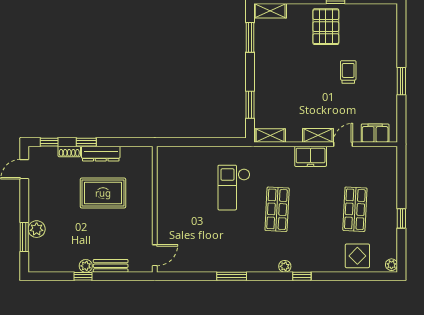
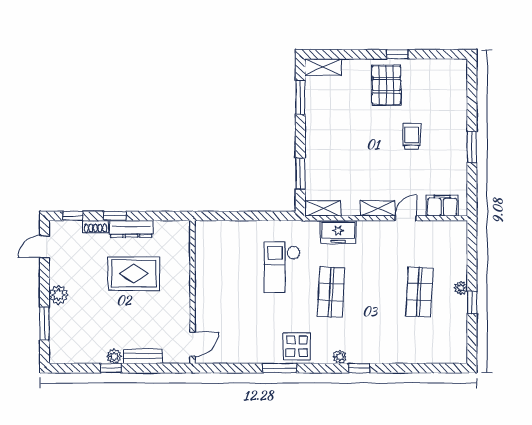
freezer: (311, 156) -> (338, 232), moved
plant: (37, 229) -> (58, 295), moved
display table: (357, 256) -> (297, 346), moved
plant: (391, 265) -> (461, 288), moved

